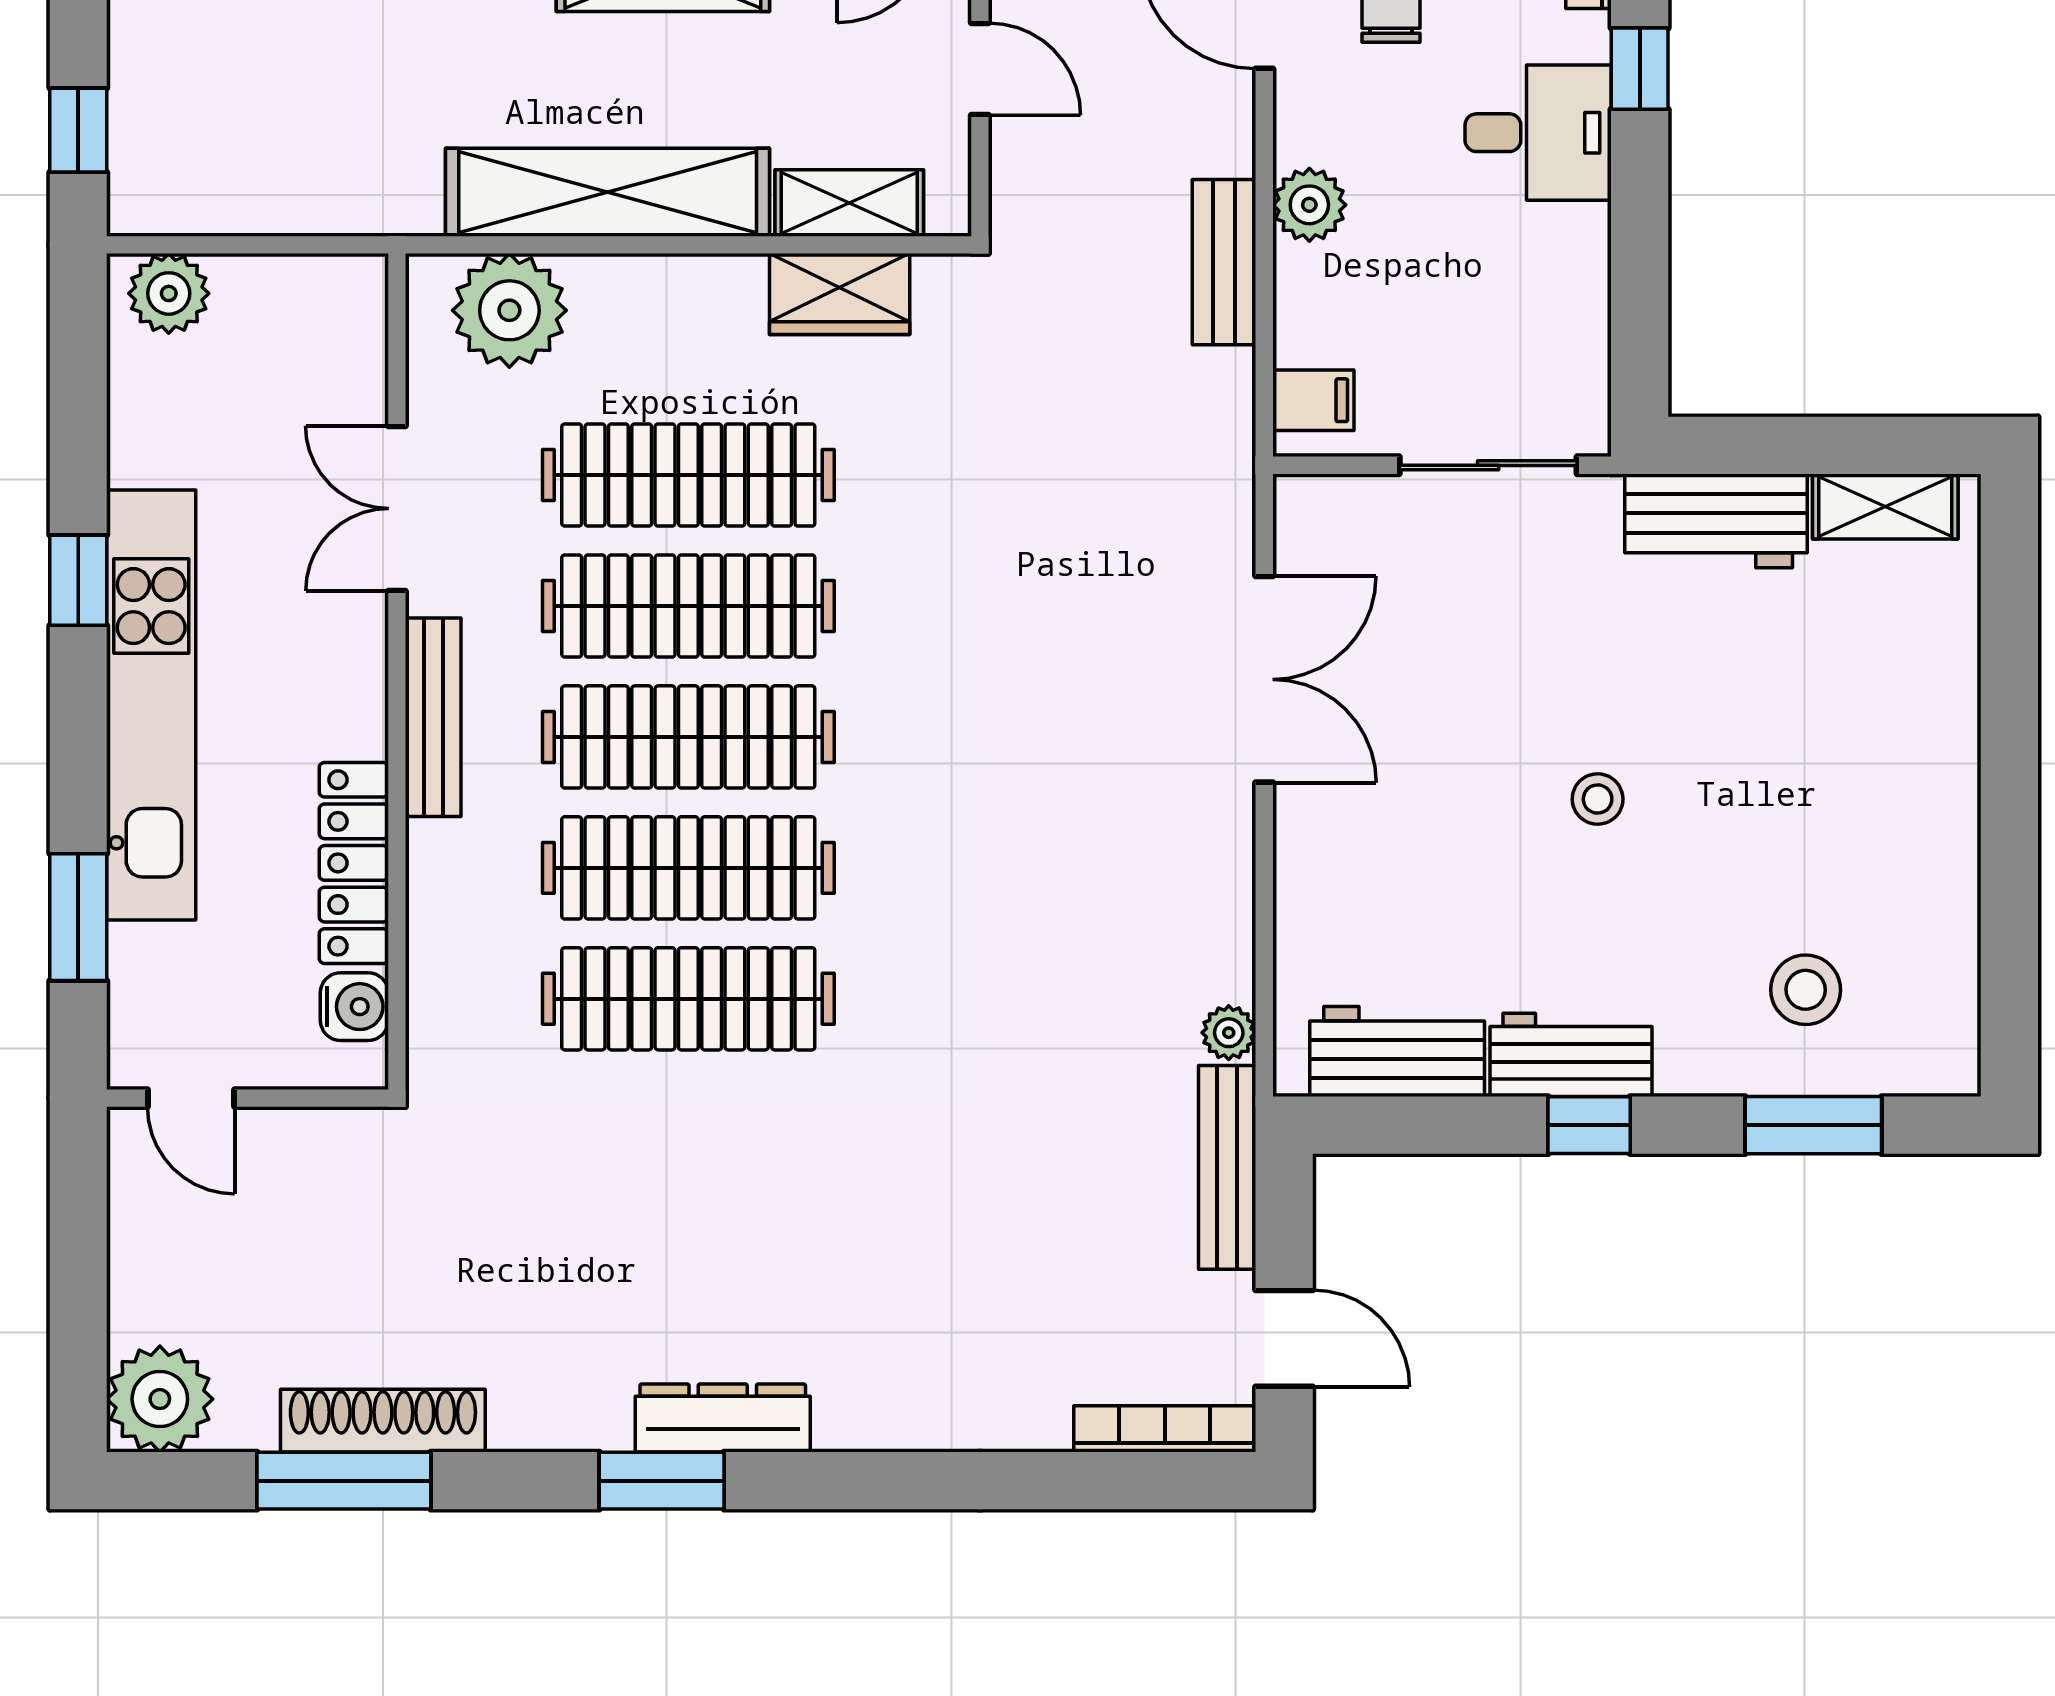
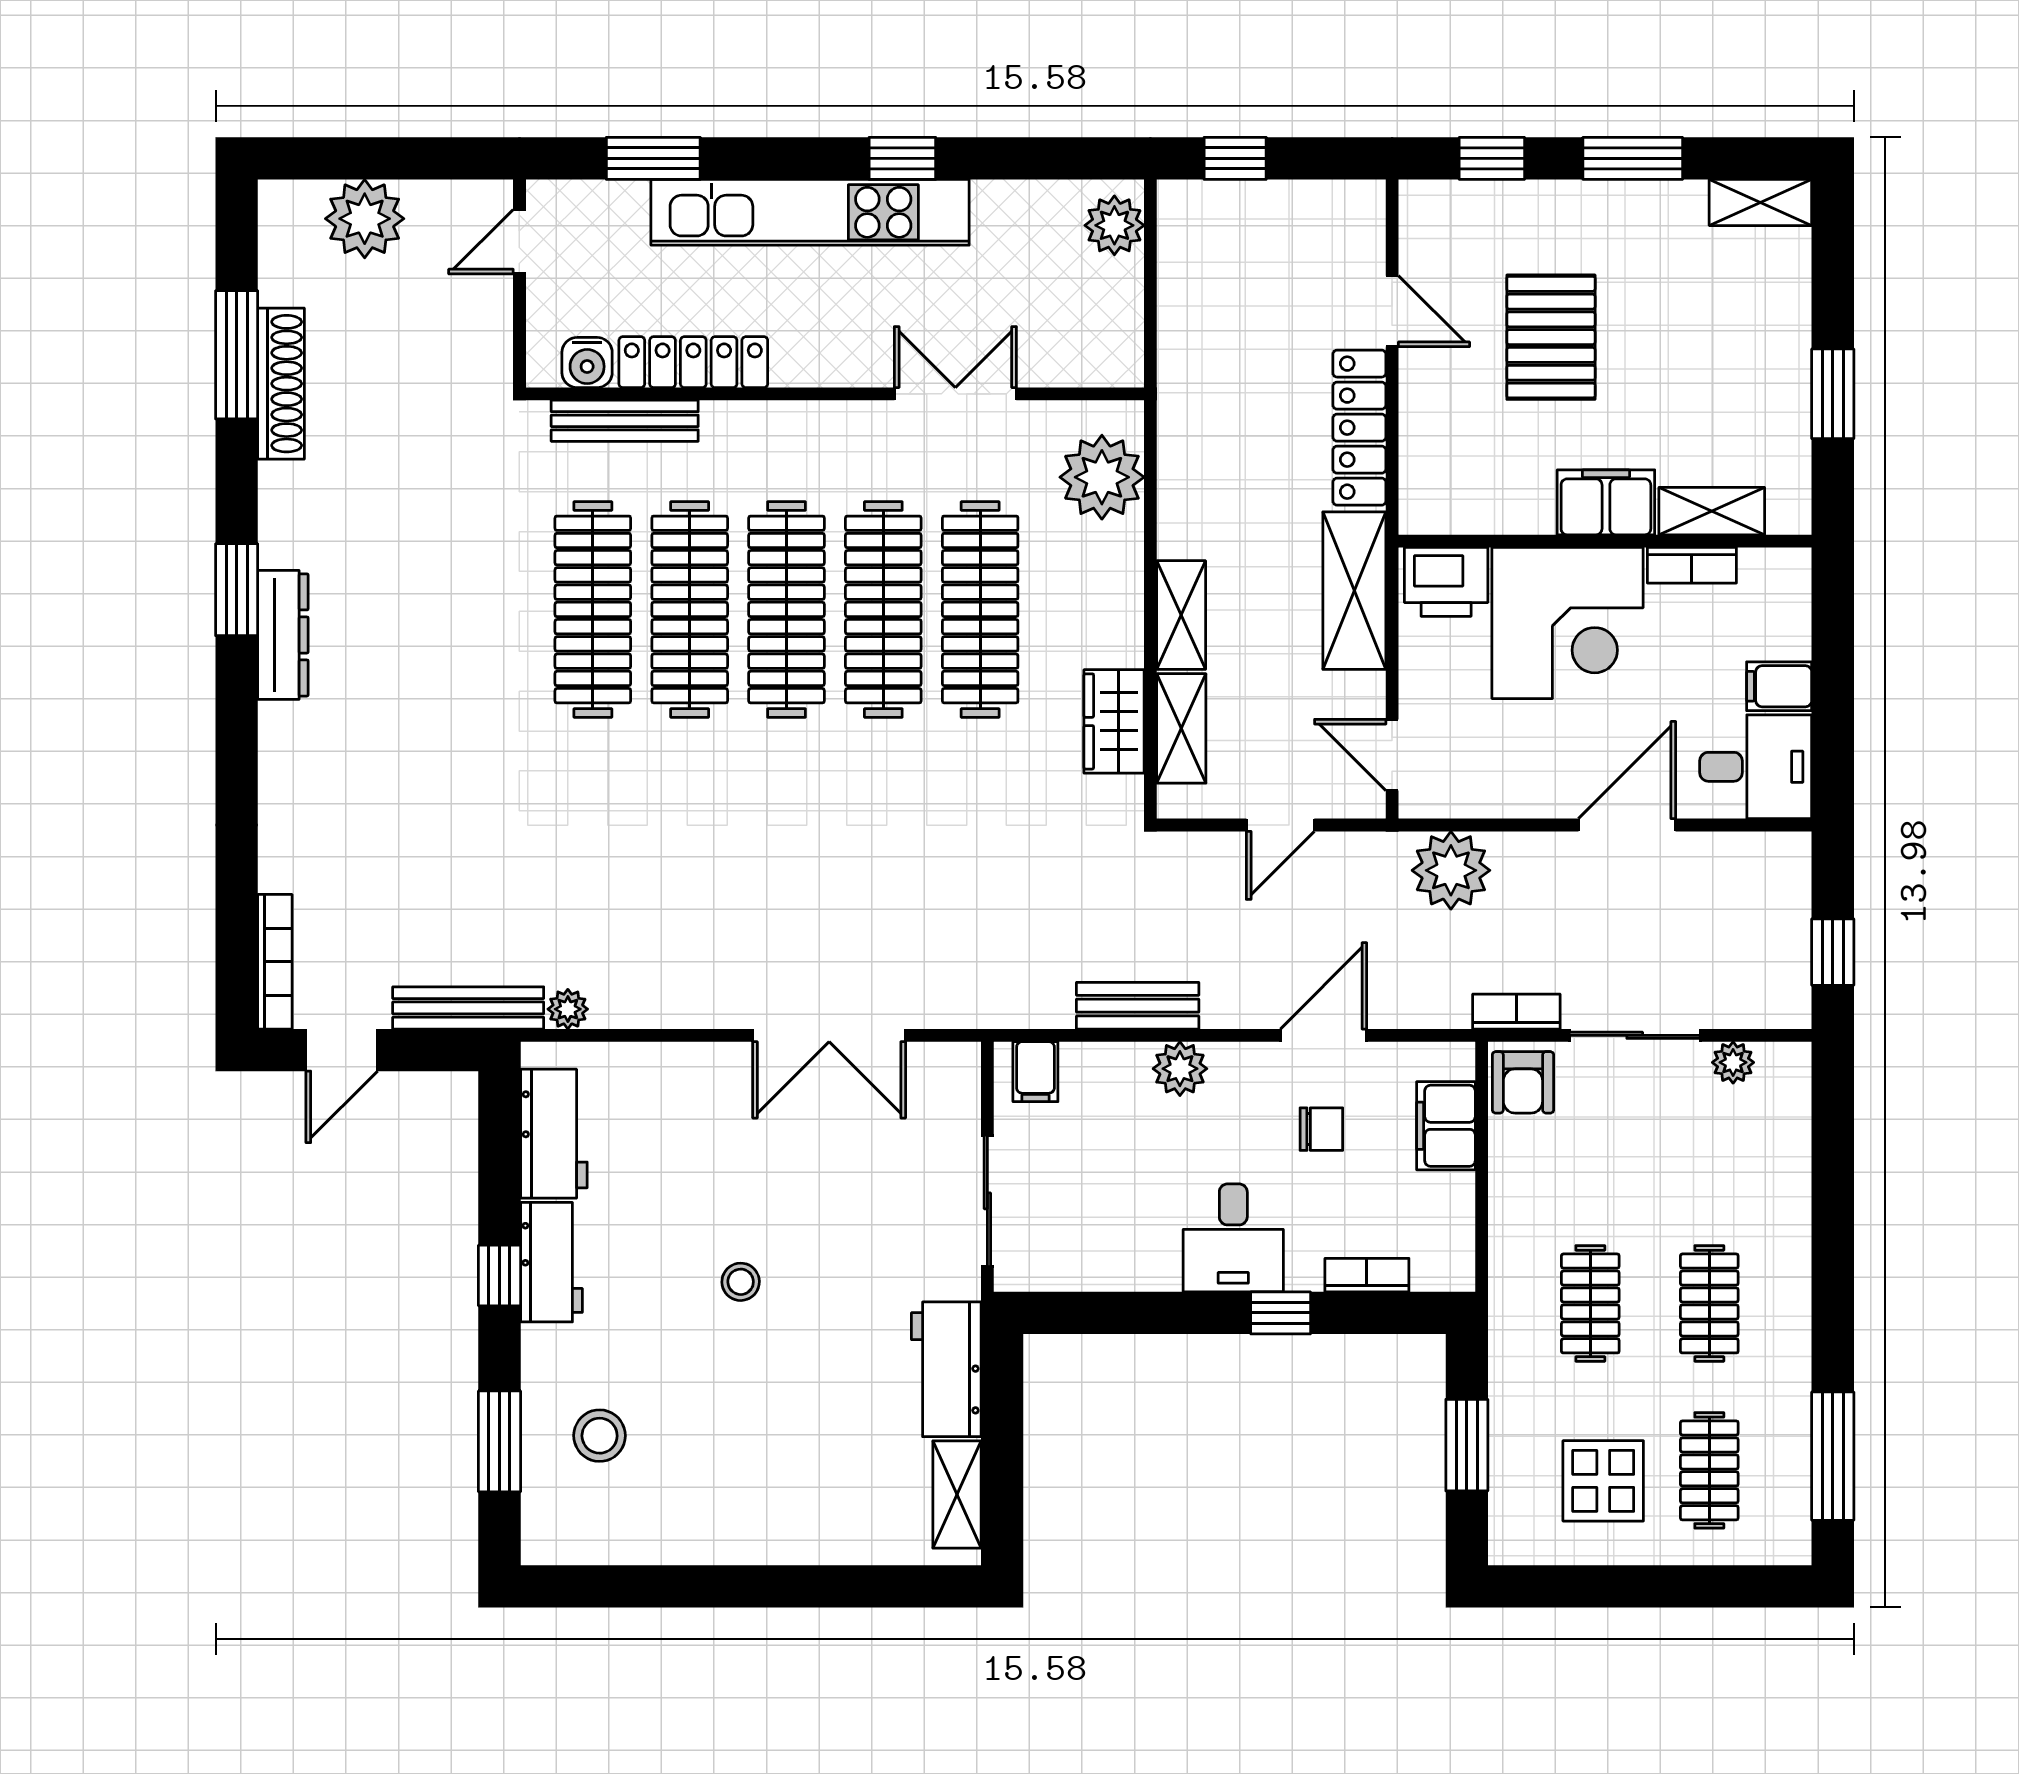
shelving: (608, 192) -> (1181, 615), width x0.45, depth x0.75
bench: (433, 717) -> (625, 421), moved
plant: (160, 1399) -> (365, 219), moved

